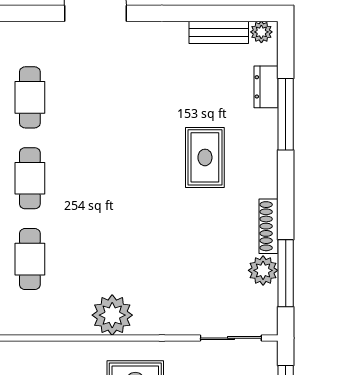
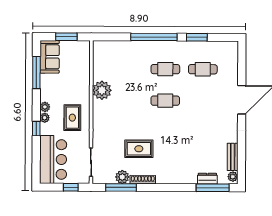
window: (286, 114) -> (213, 188), moved
rug: (205, 157) -> (139, 149), moved
cafe table: (30, 259) -> (165, 101), moved
plant: (112, 315) -> (102, 90), moved

